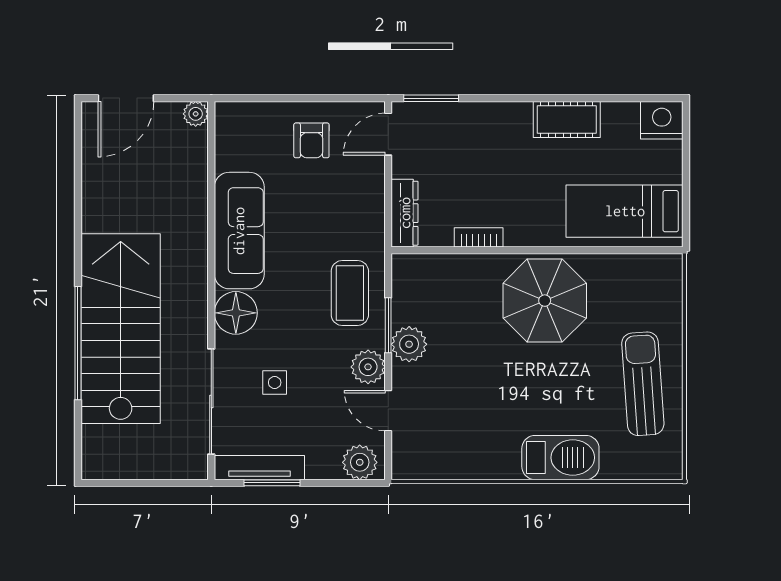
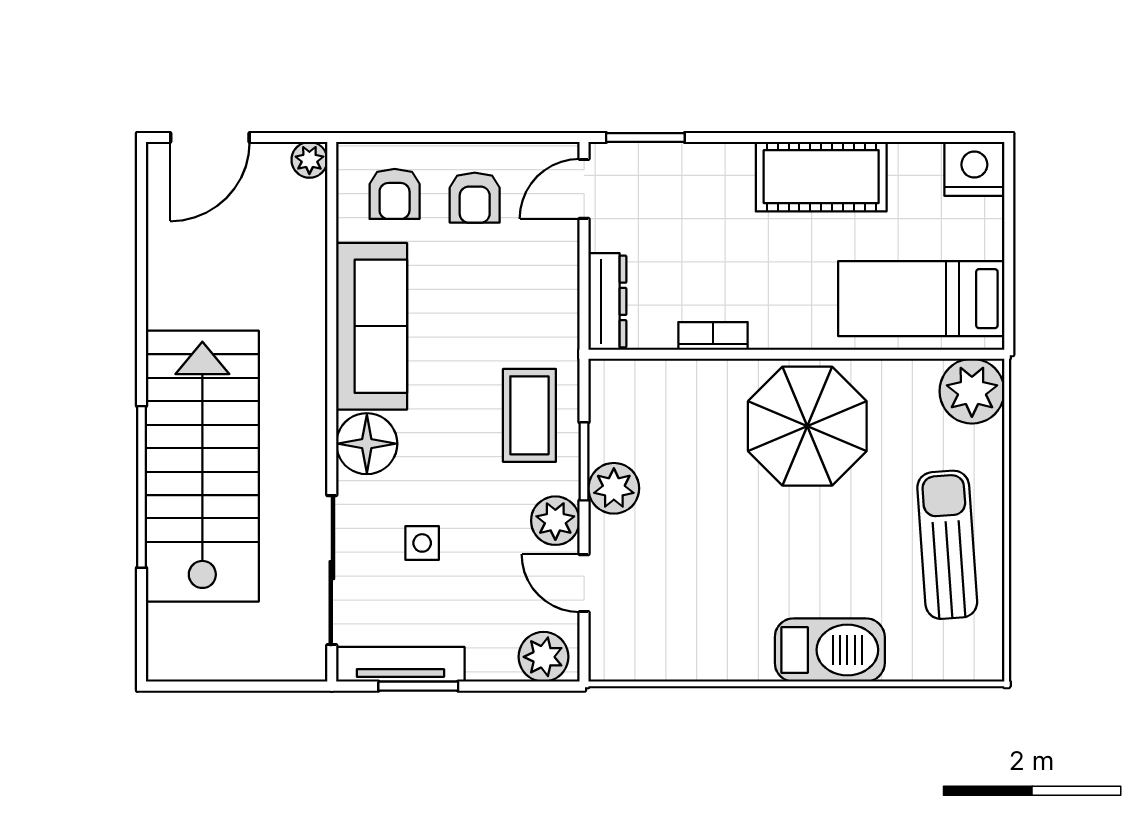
cot: (567, 119) -> (821, 177), width x1.37, depth x1.34
armchair: (255, 138) -> (395, 194), added
plant: (660, 276) -> (972, 391), added

